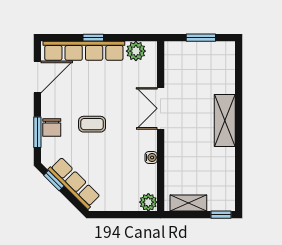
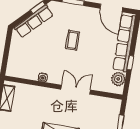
window: (93, 38) -> (130, 63), moved
chair: (52, 127) -> (75, 12), removed
plant: (148, 202) -> (12, 70), removed

